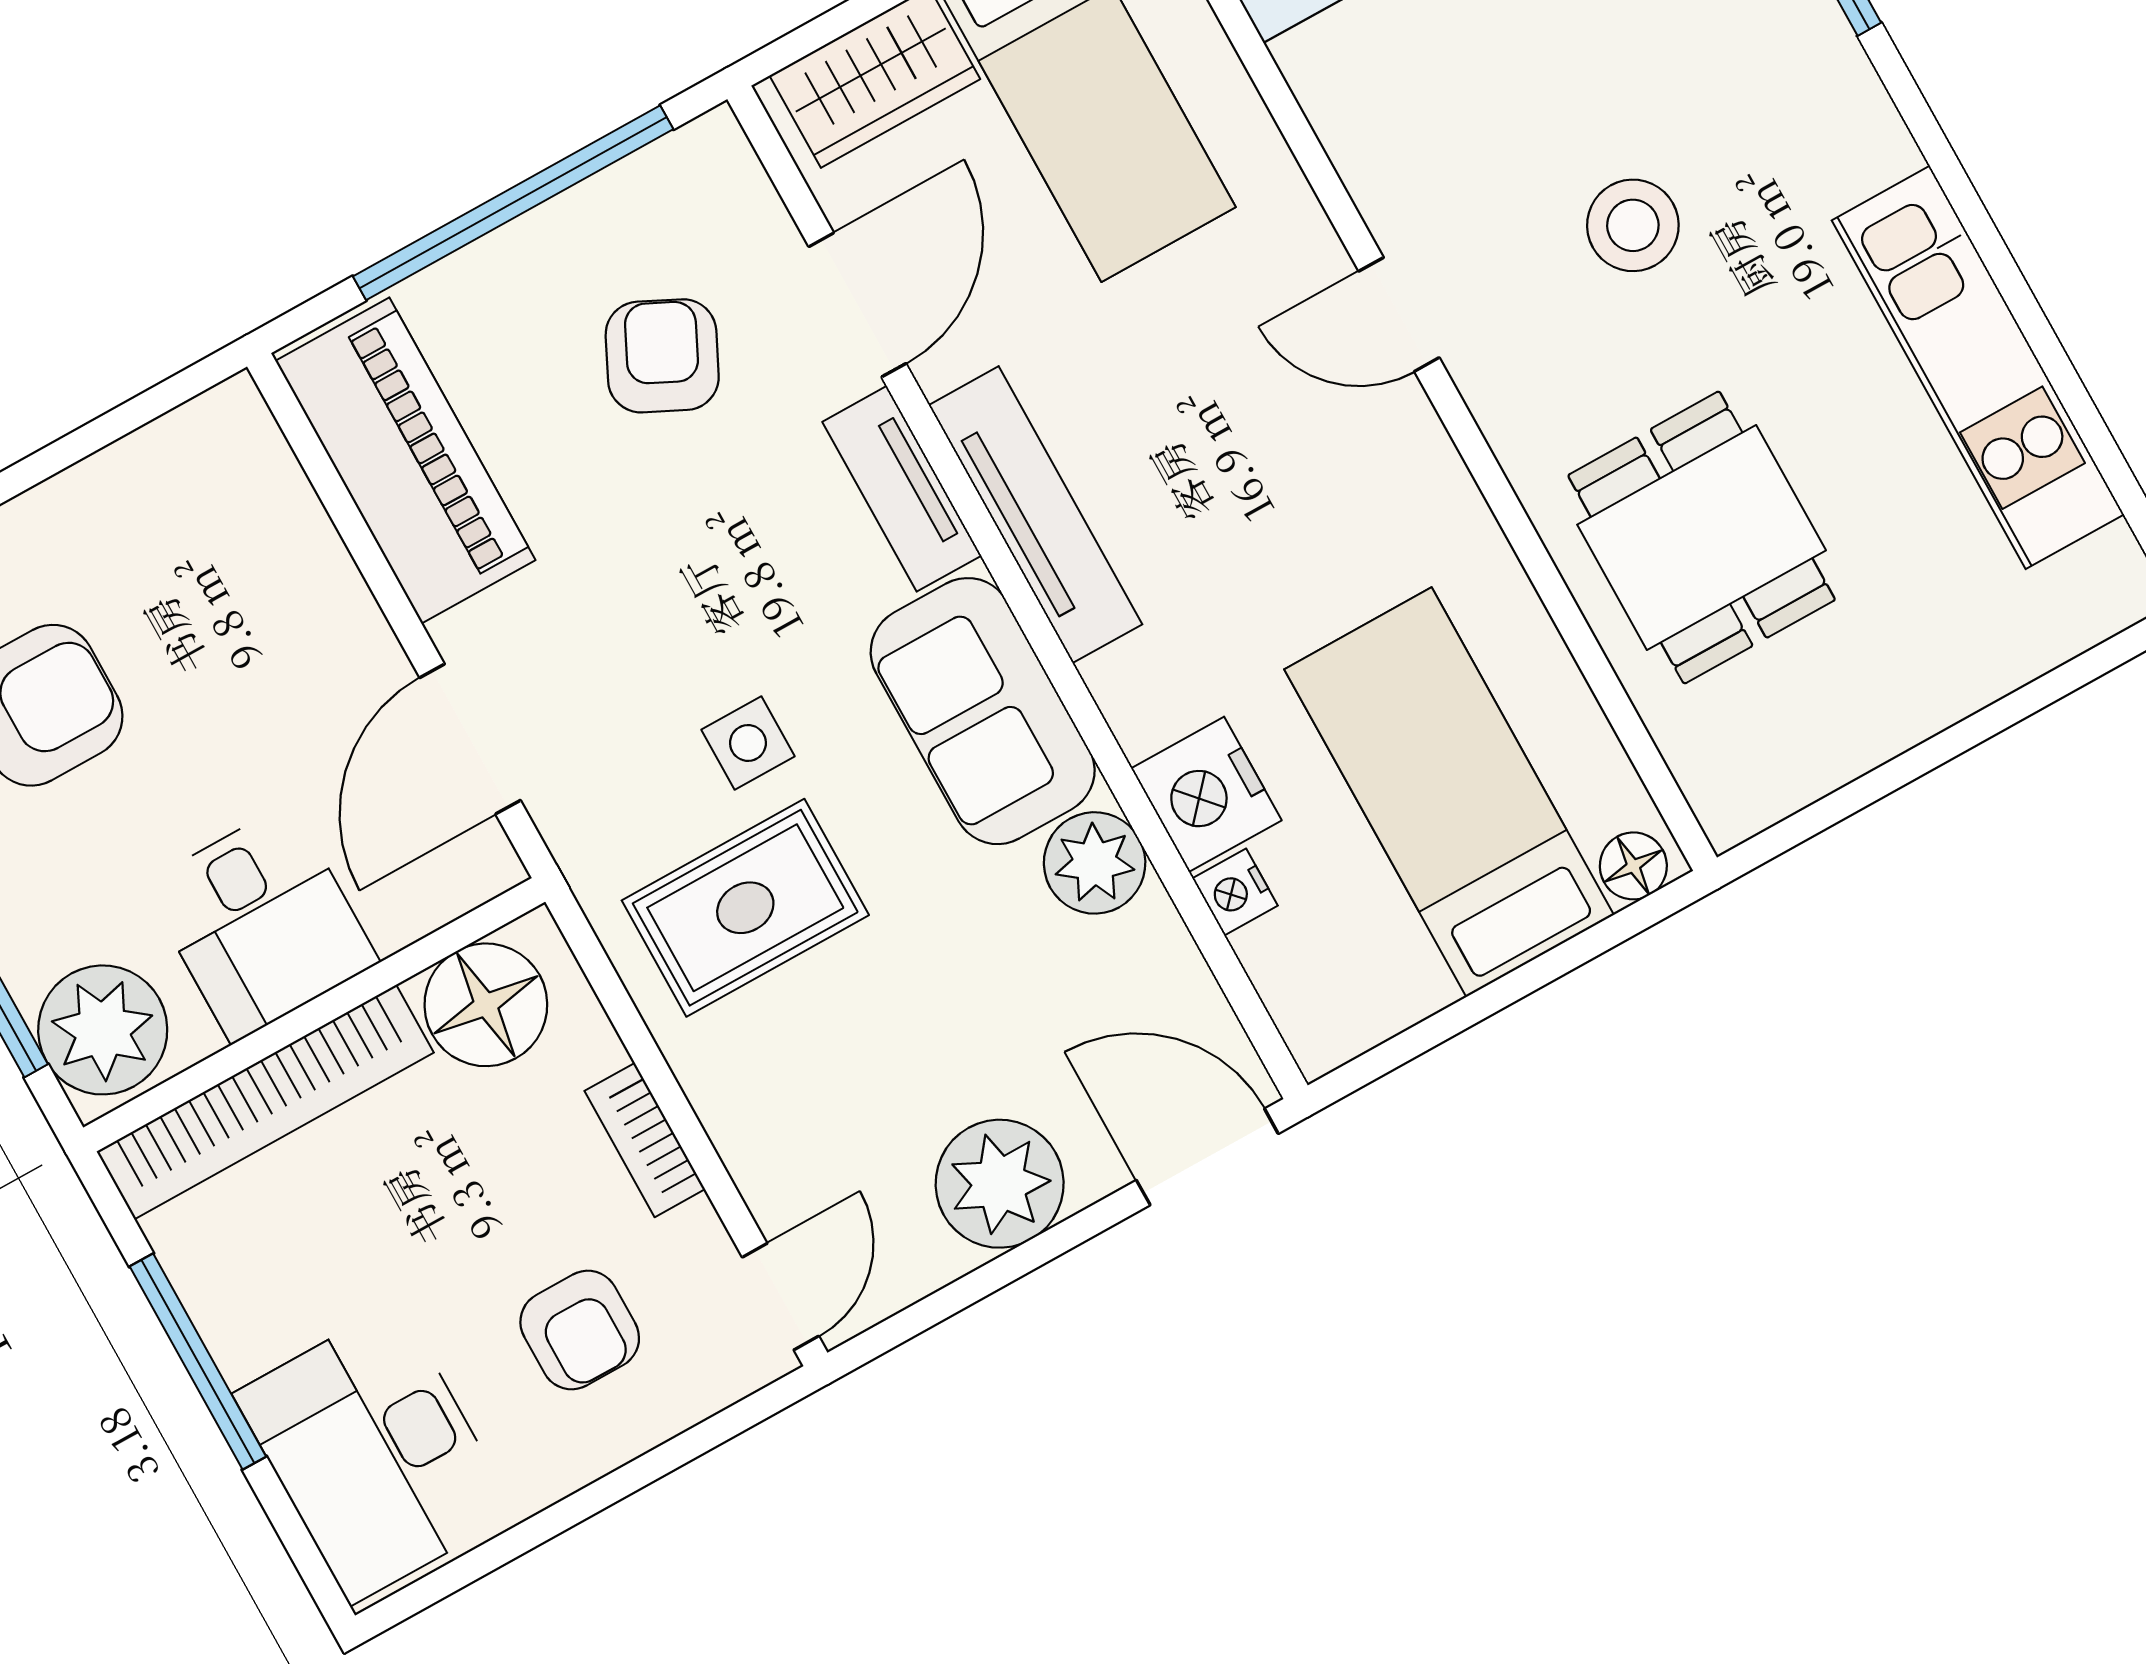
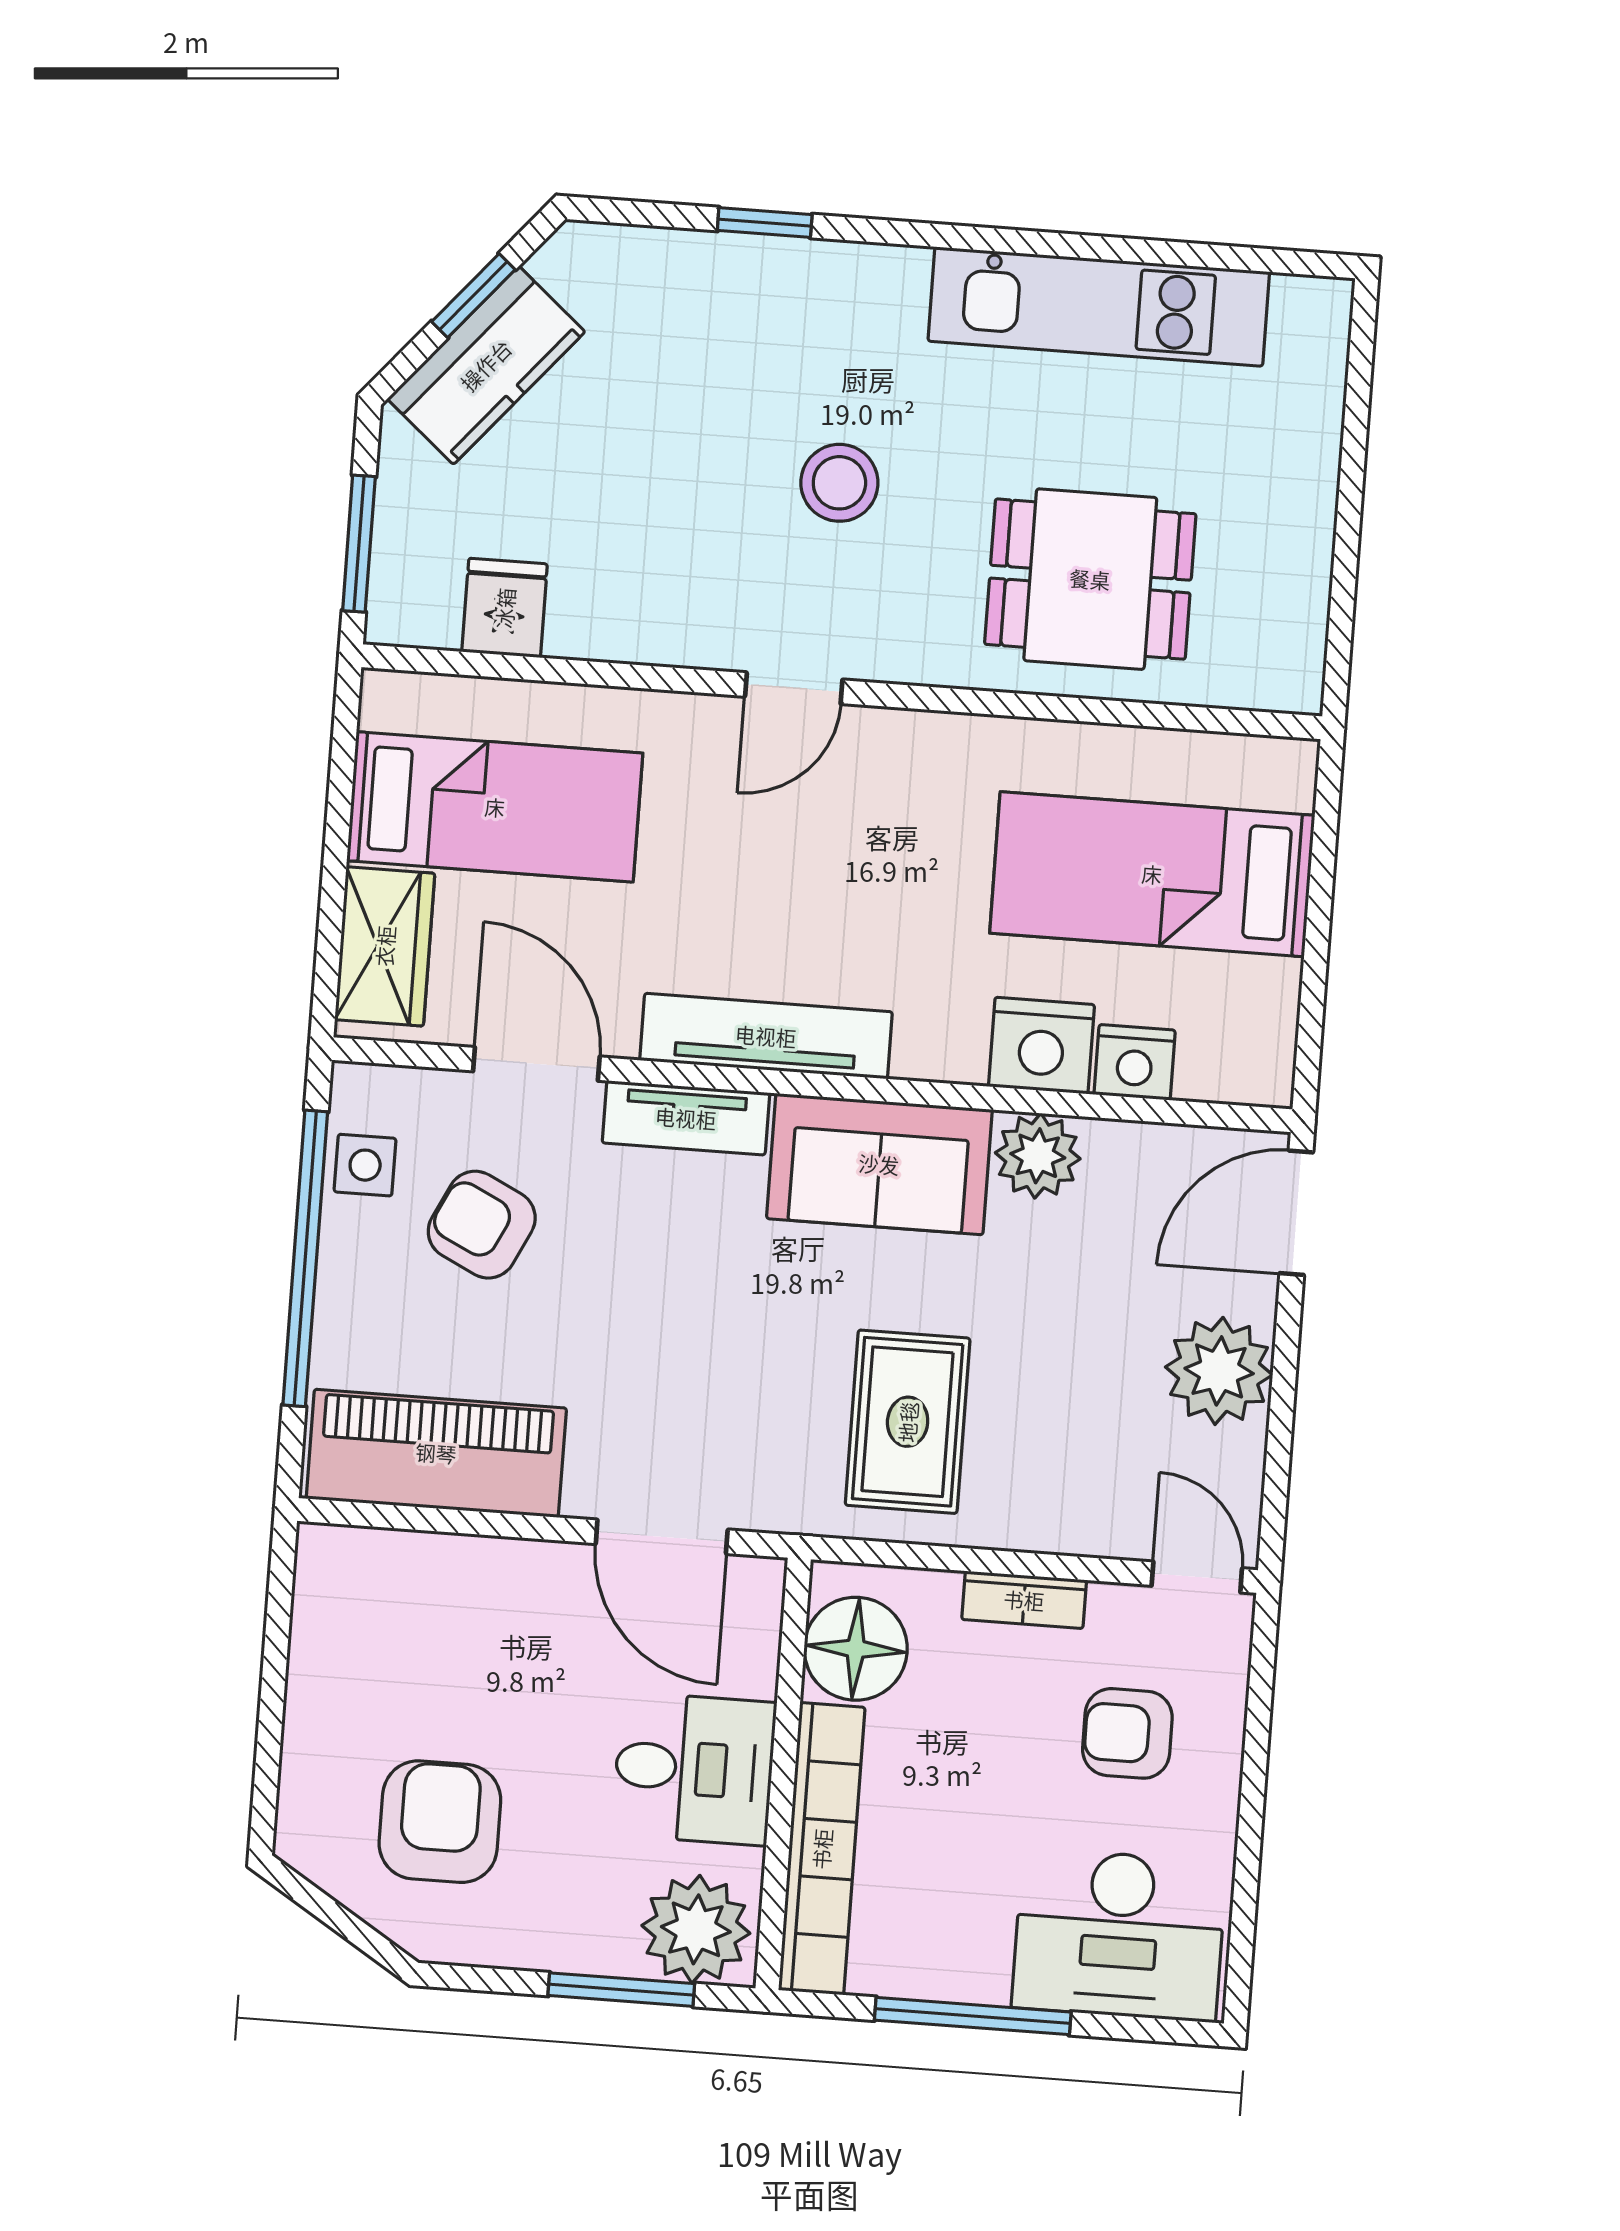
side table: (748, 743) -> (365, 1165), moved
floor lamp: (1633, 866) -> (1289, 779), removed
nightstand: (1235, 892) -> (1135, 1062), width x1.39, depth x1.35
armchair: (580, 1330) -> (1127, 1733), turned 180

